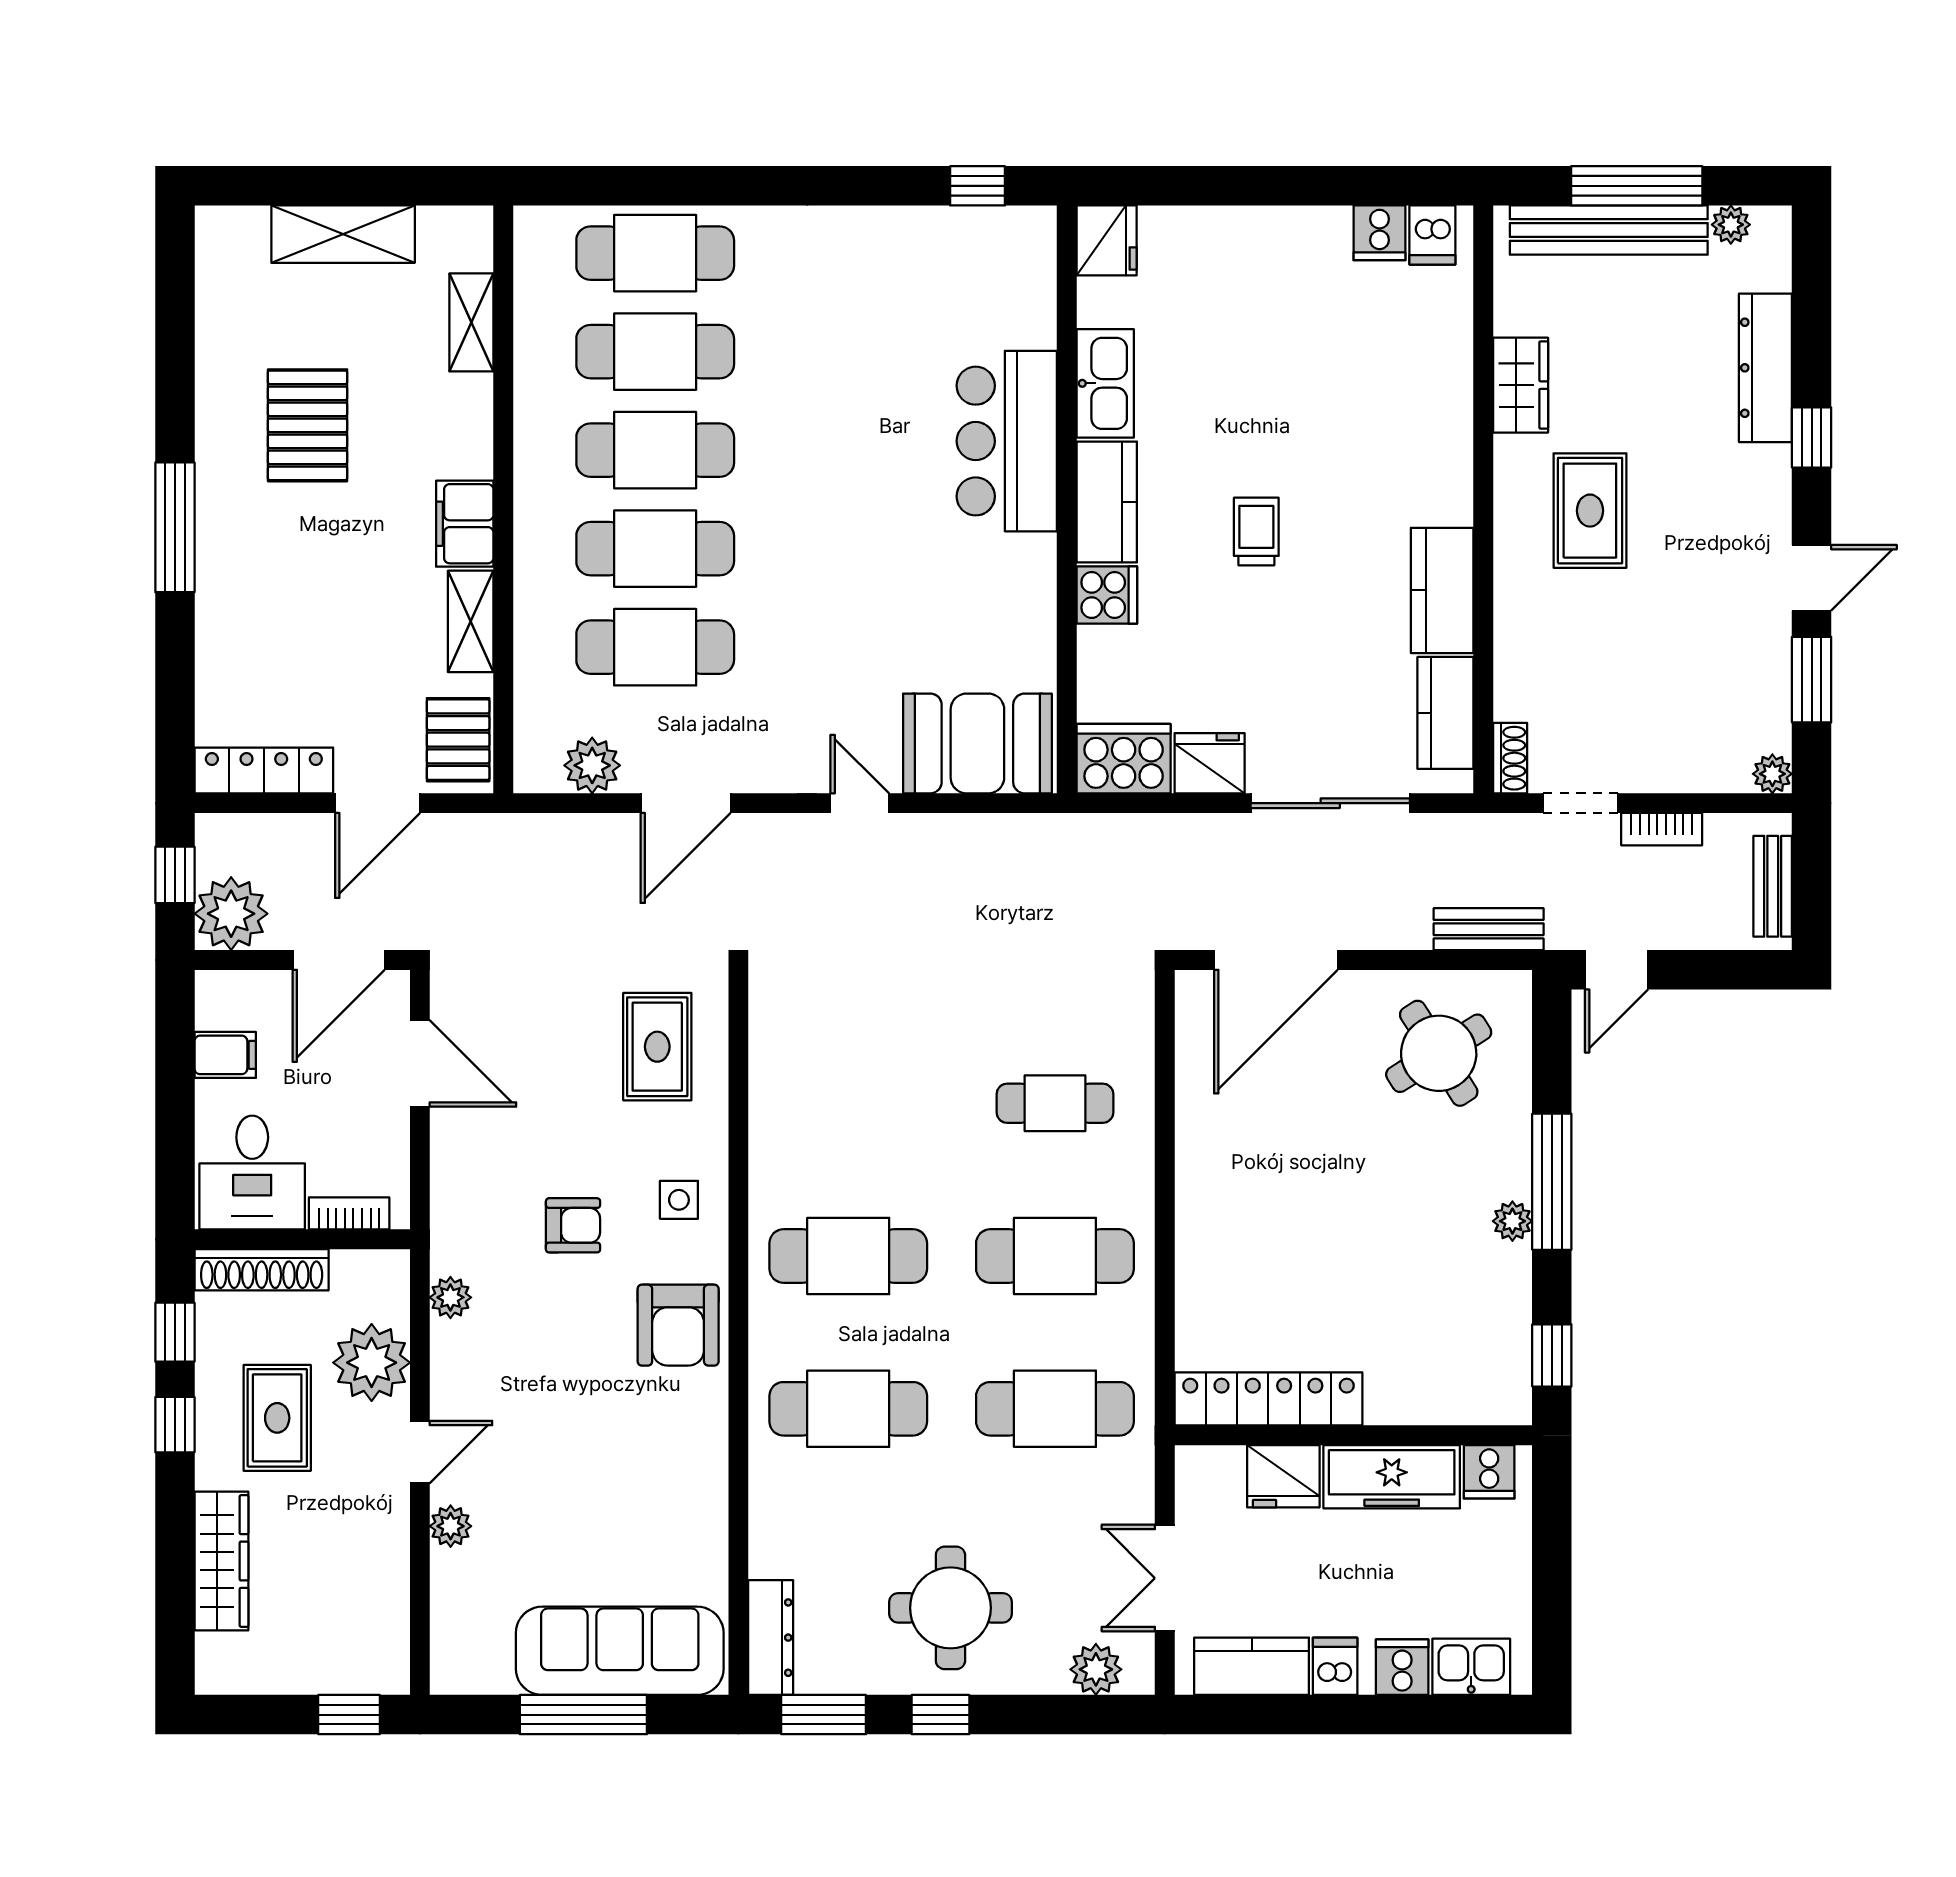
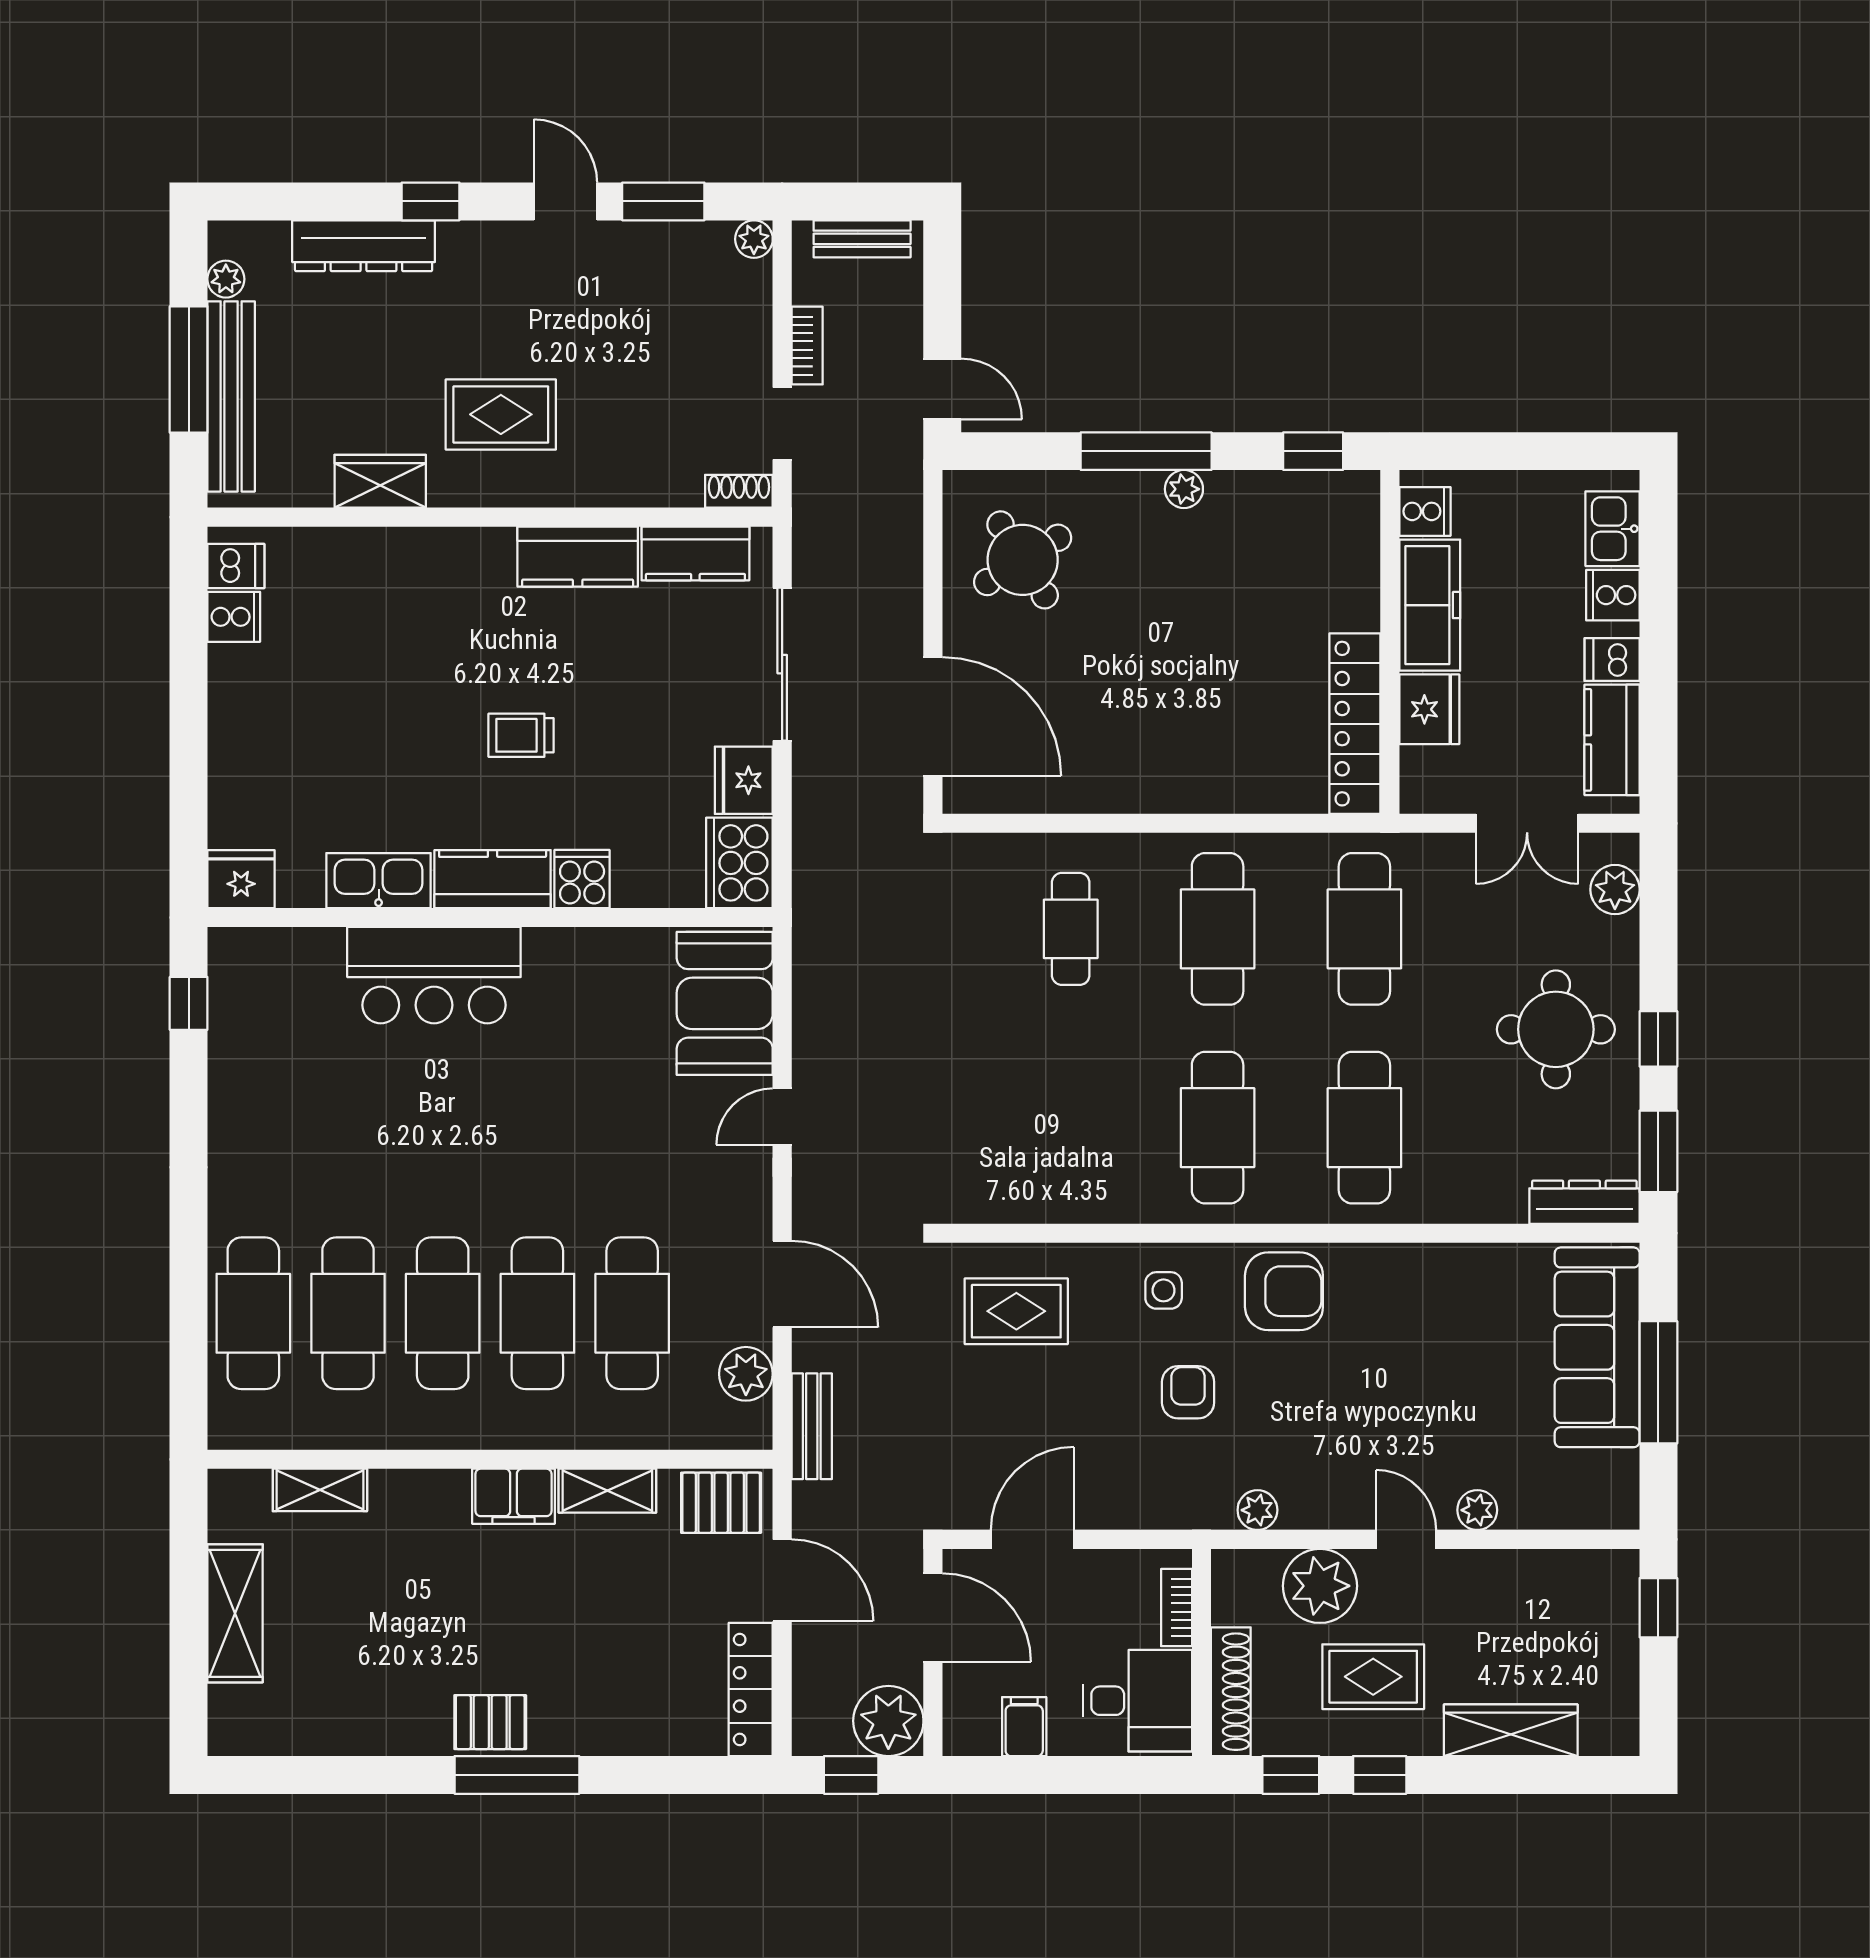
pallet: (308, 425) -> (490, 1722), moved, width x0.67, depth x0.71
bench: (1489, 929) -> (812, 1426), moved

